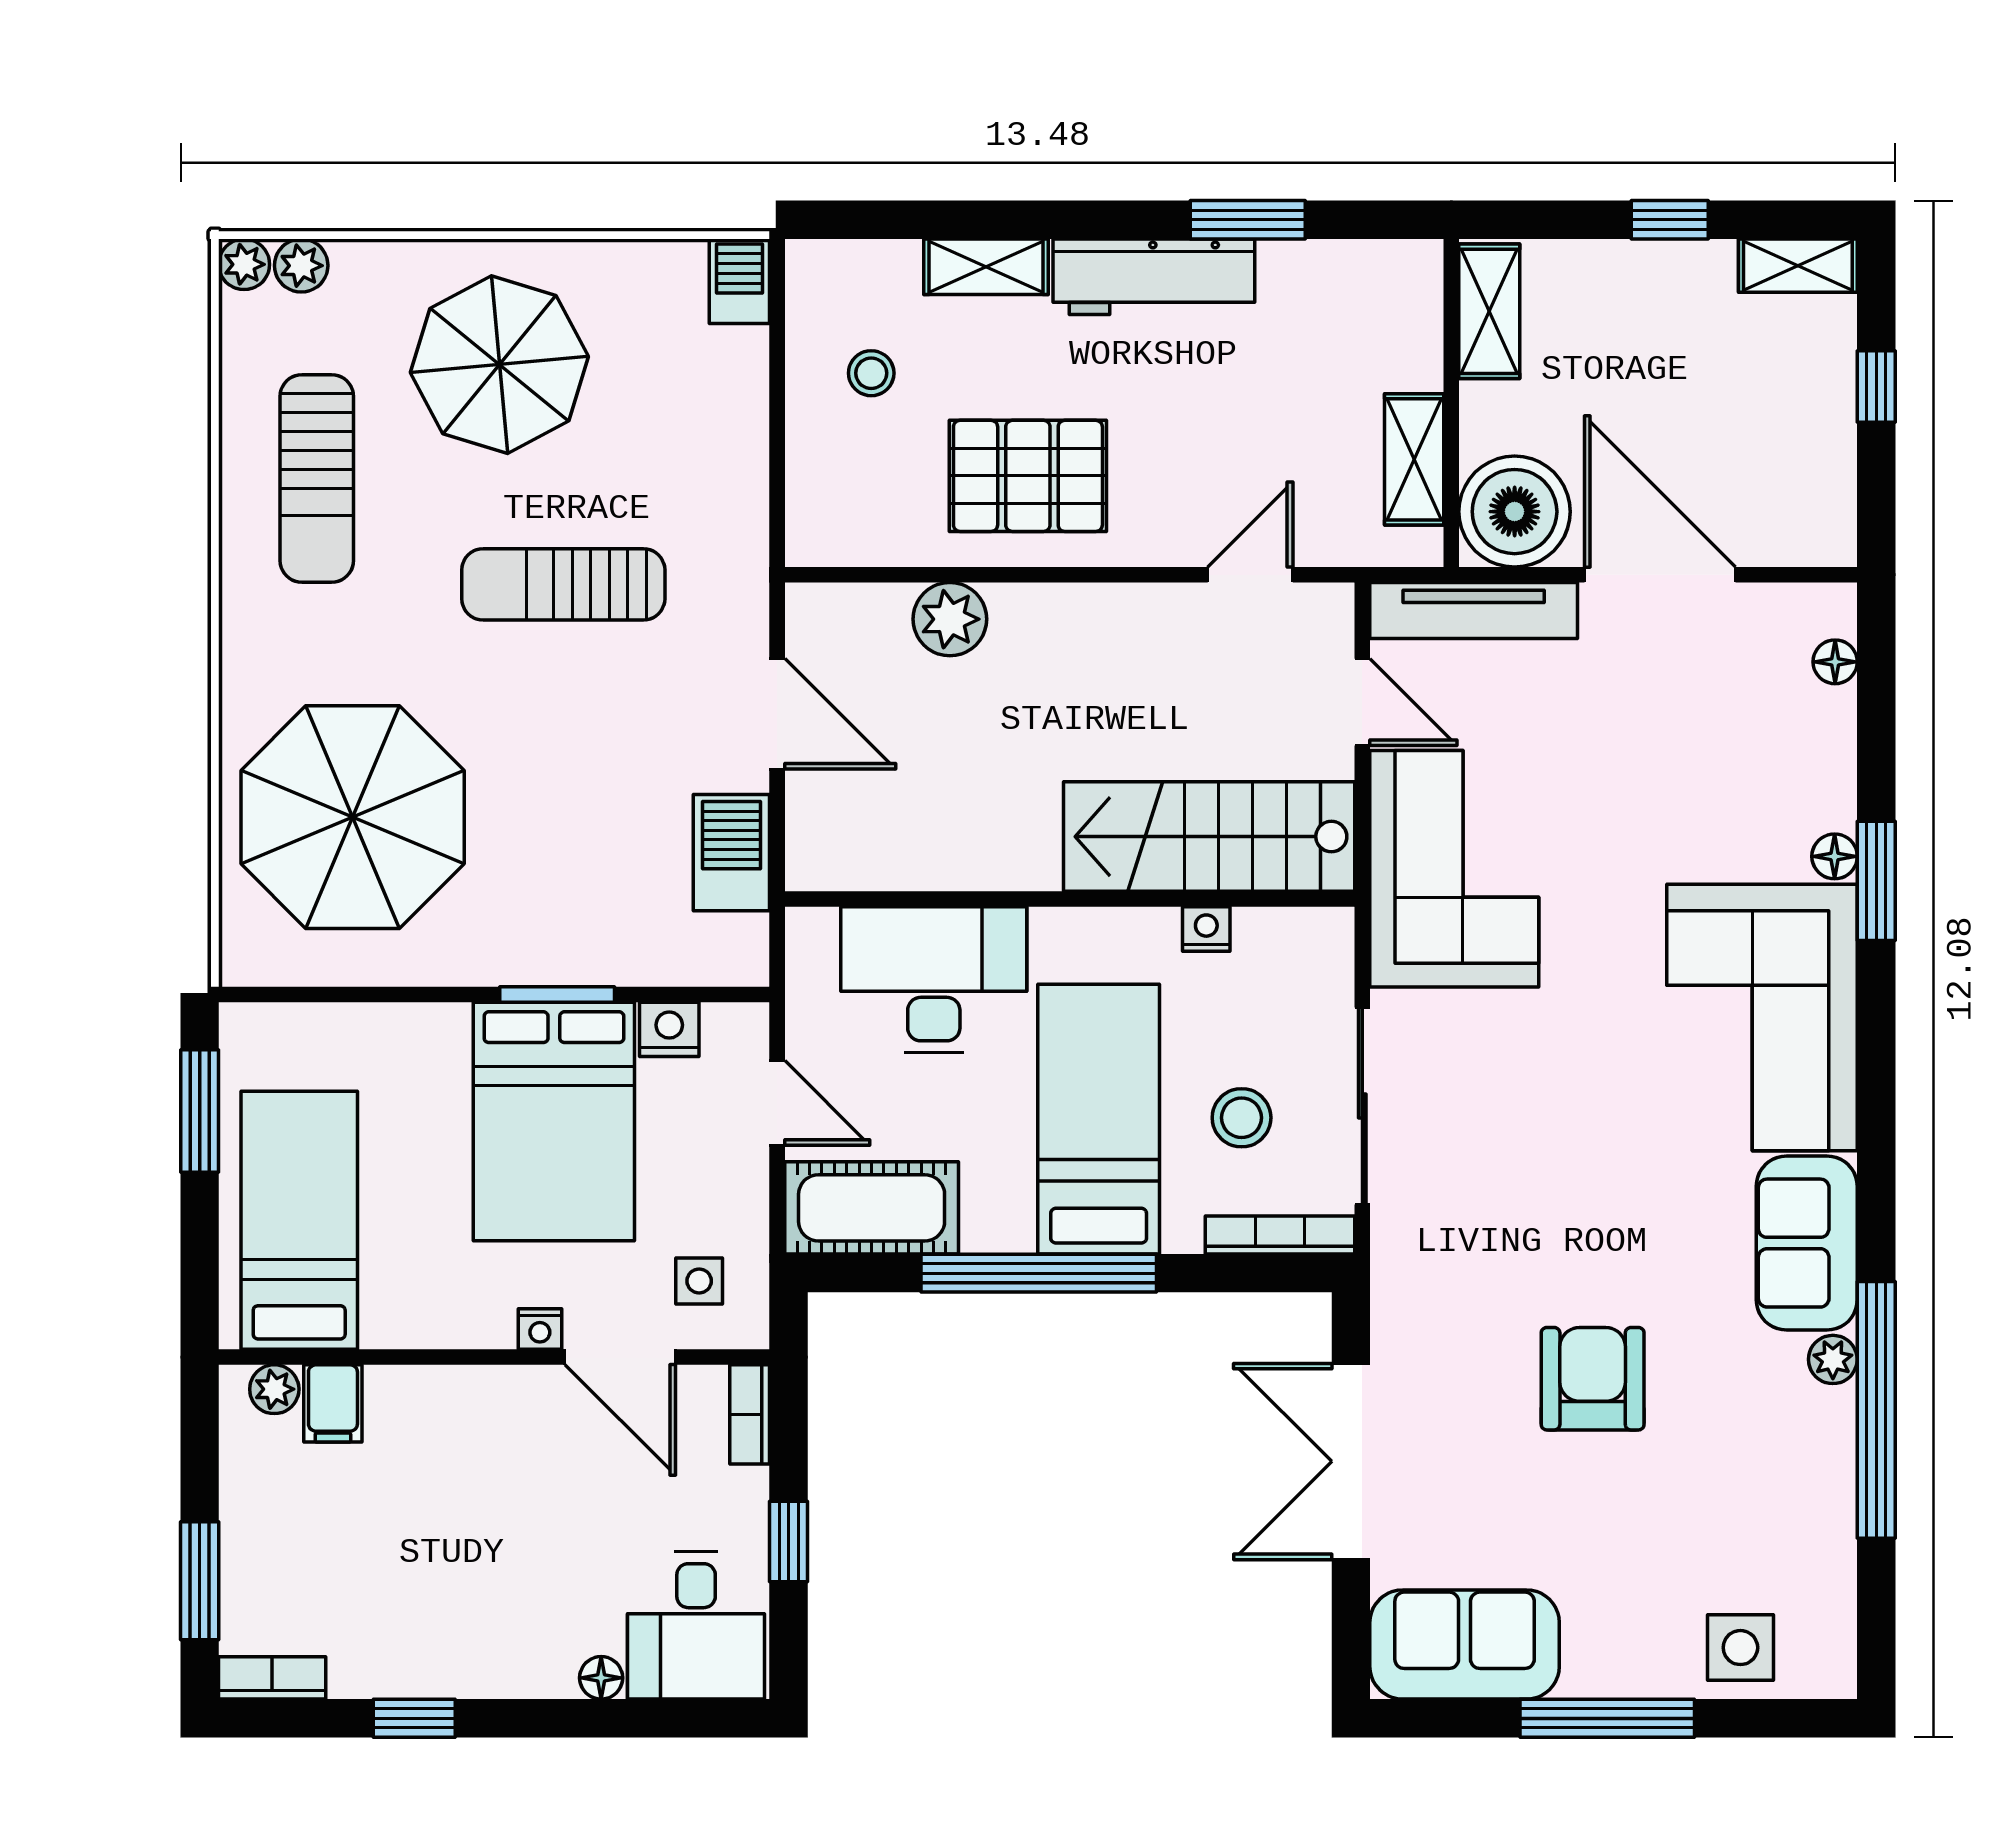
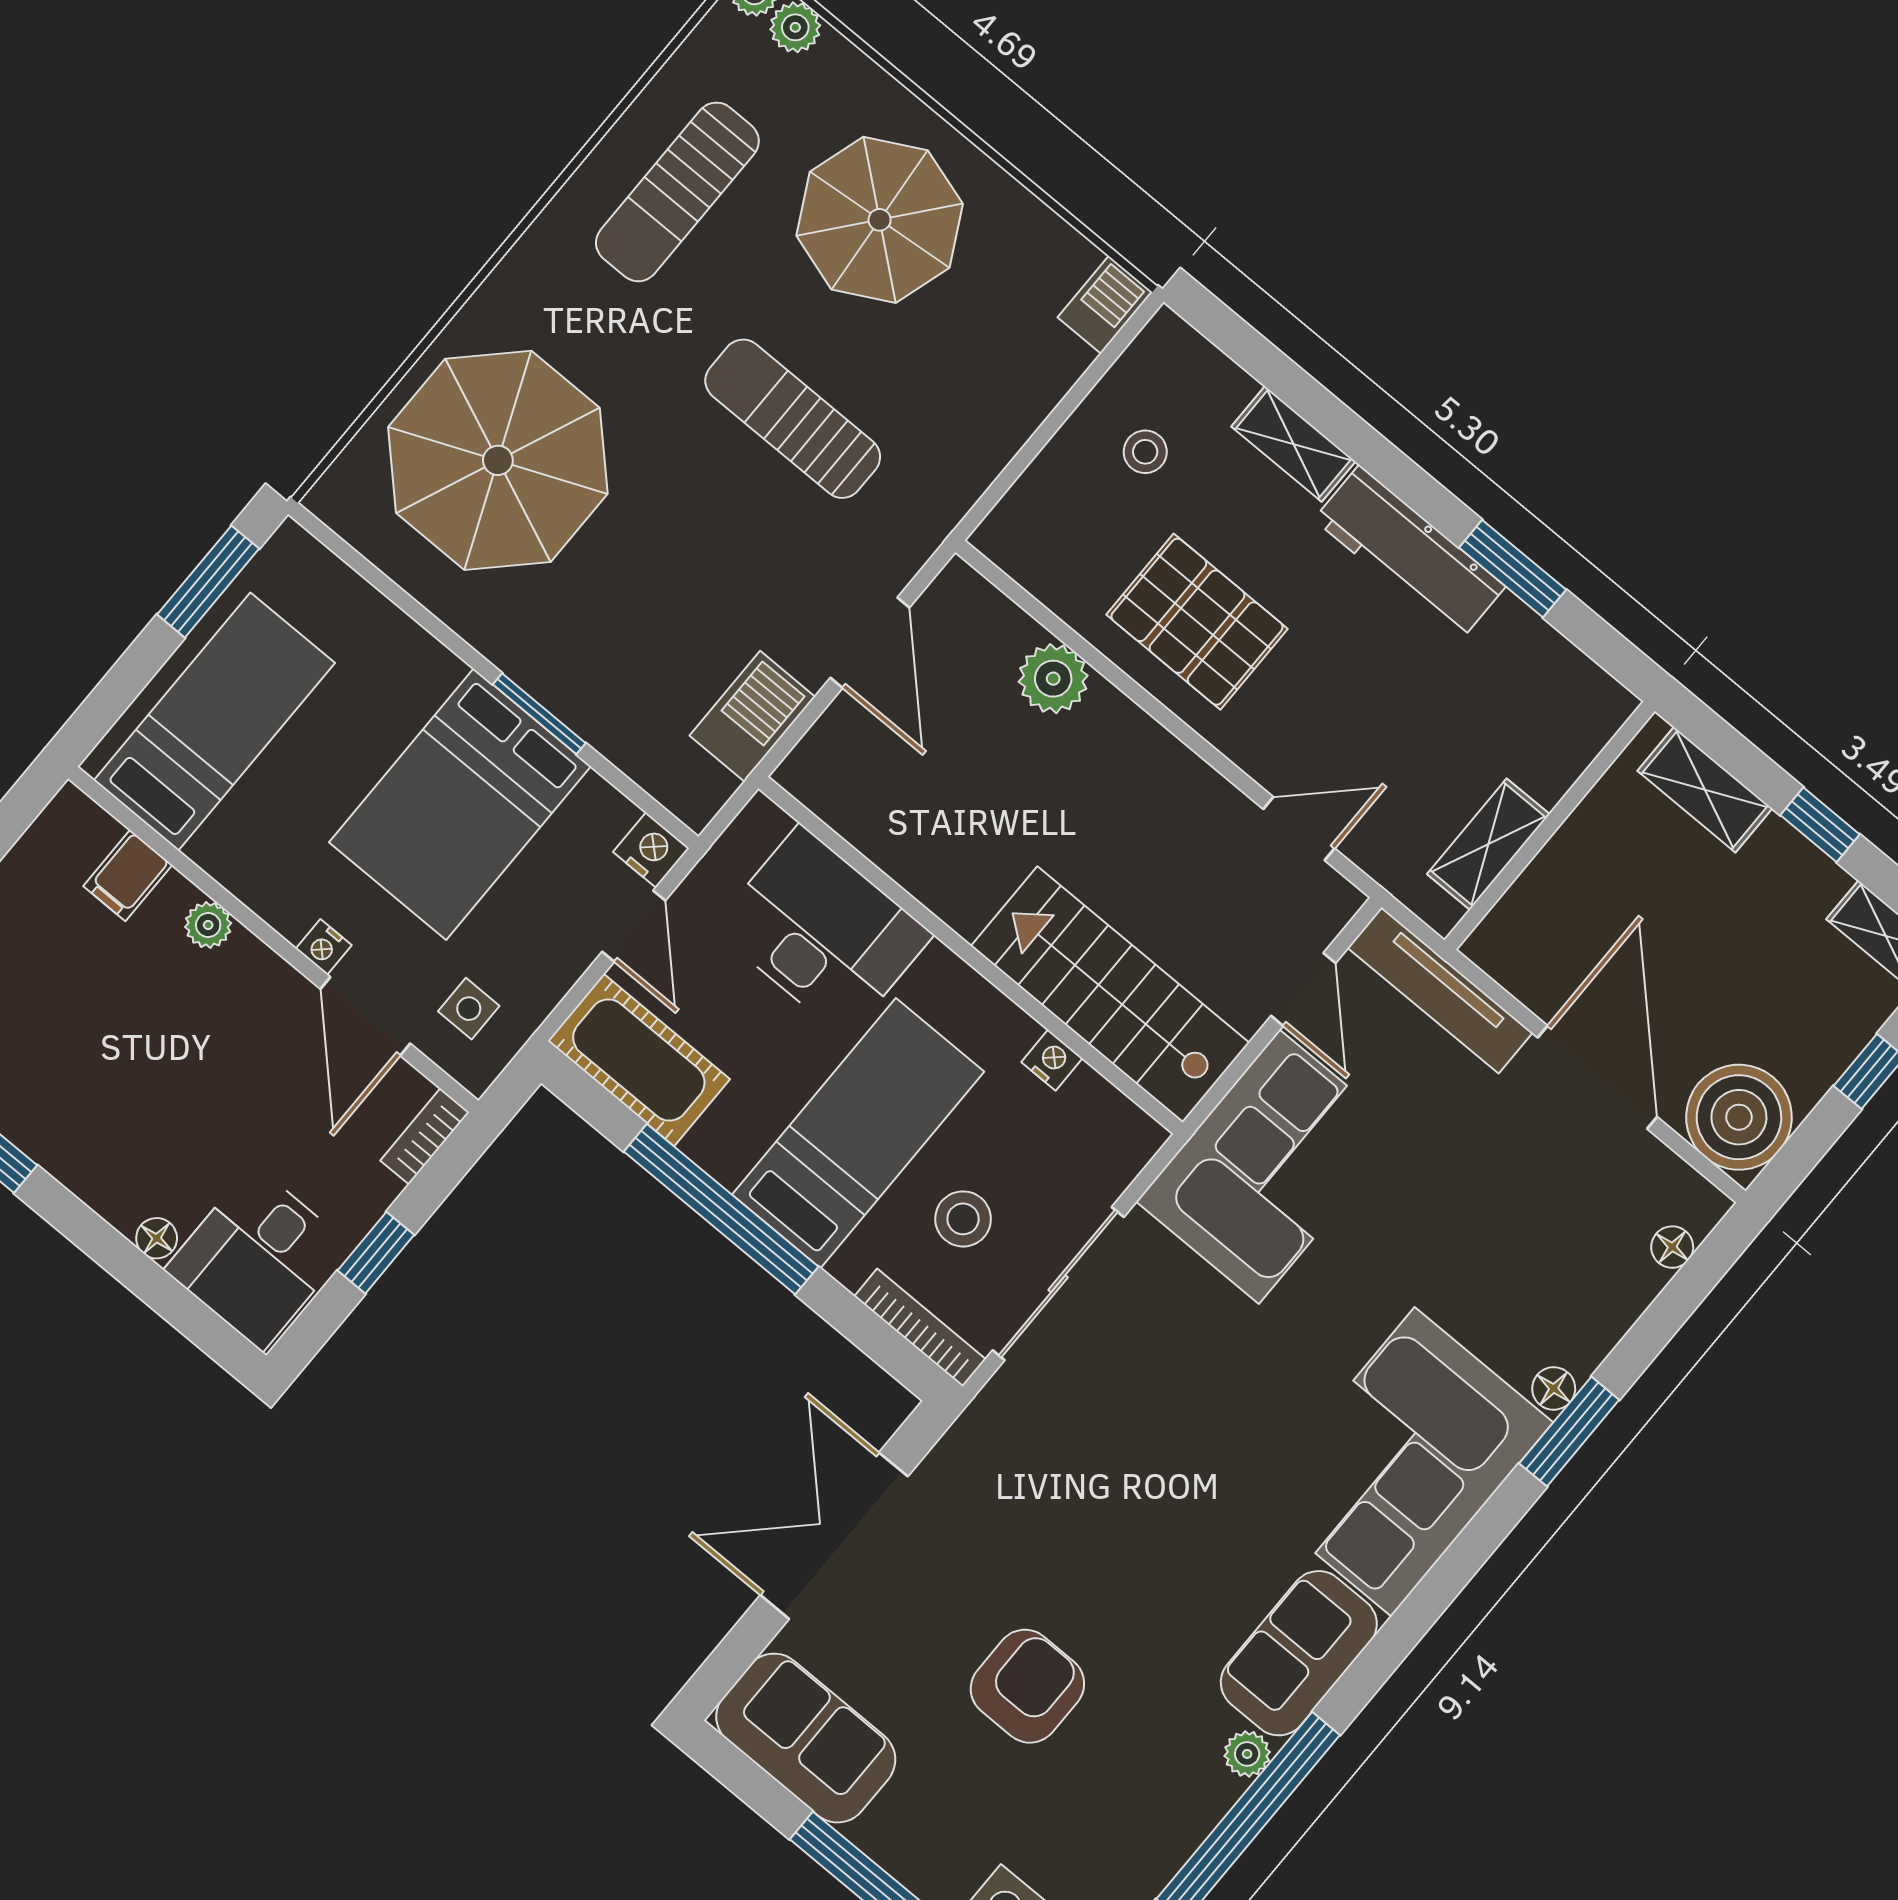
shelving: (1489, 311) -> (1705, 790), moved, turned 90
boiler: (1515, 512) -> (1739, 1117), moved
nightstand: (669, 1029) -> (651, 850), moved
armchair: (1593, 1379) -> (1027, 1686), moved
plant: (274, 1389) -> (208, 925), moved

